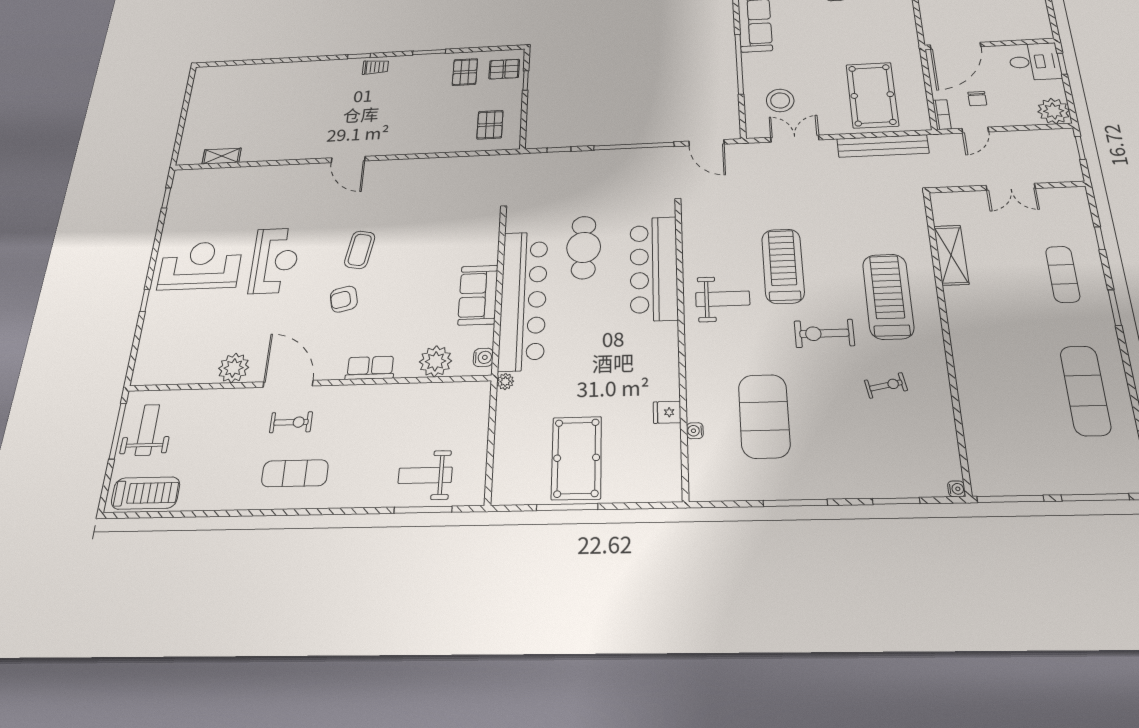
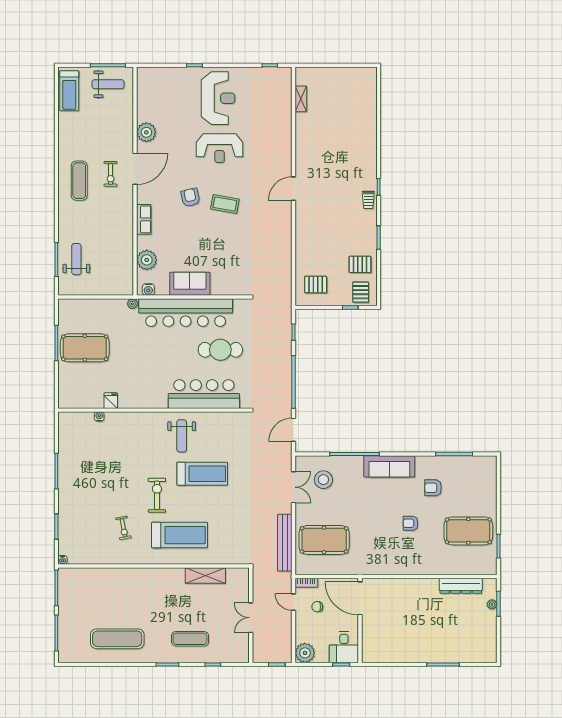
exercise mat: (764, 416) -> (107, 457), removed

